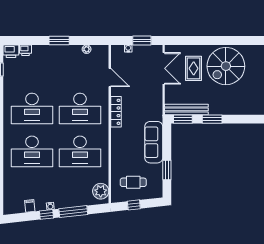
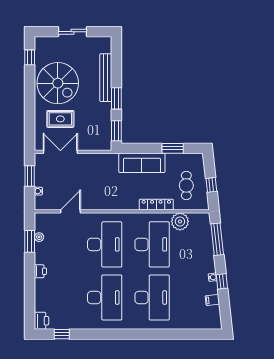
window: (59, 41) -> (30, 241), moved
window: (249, 41) -> (30, 57), added
printer: (25, 50) -> (40, 271), moved
bench: (186, 109) -> (106, 78), moved
locker: (116, 112) -> (156, 205), moved
plant: (101, 191) -> (180, 221), moved
window: (73, 212) -> (217, 239), moved

